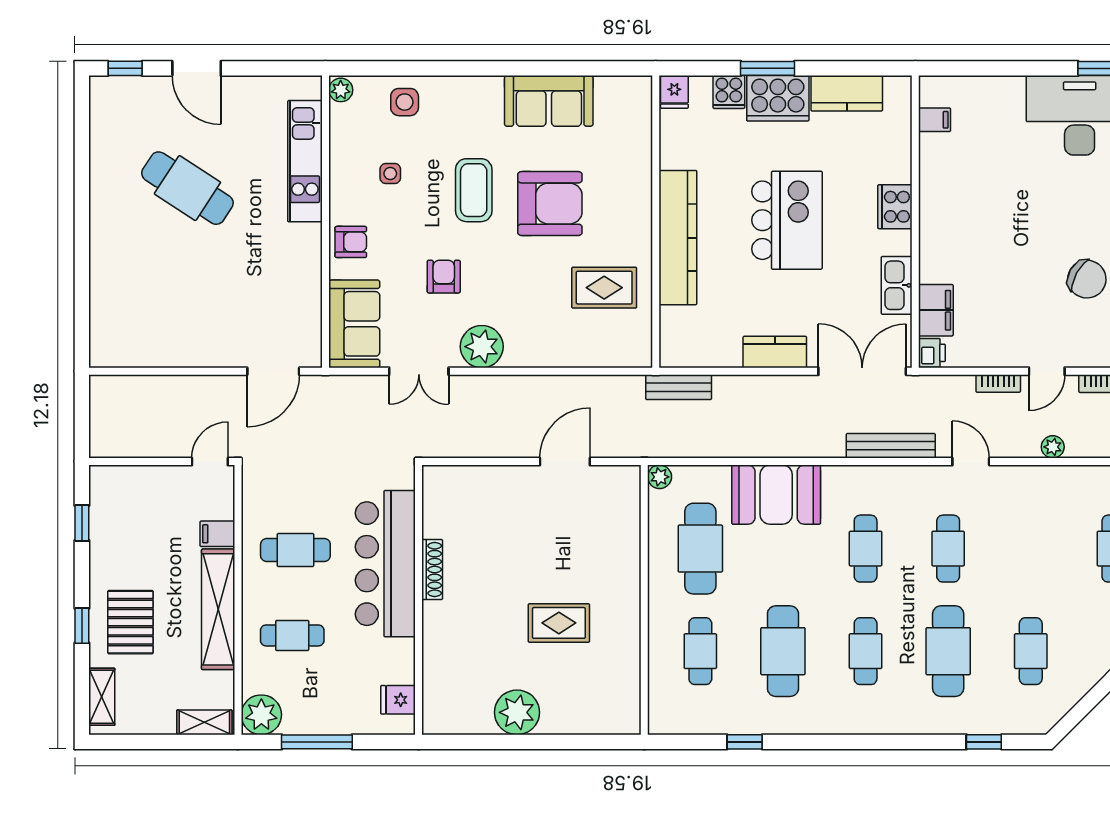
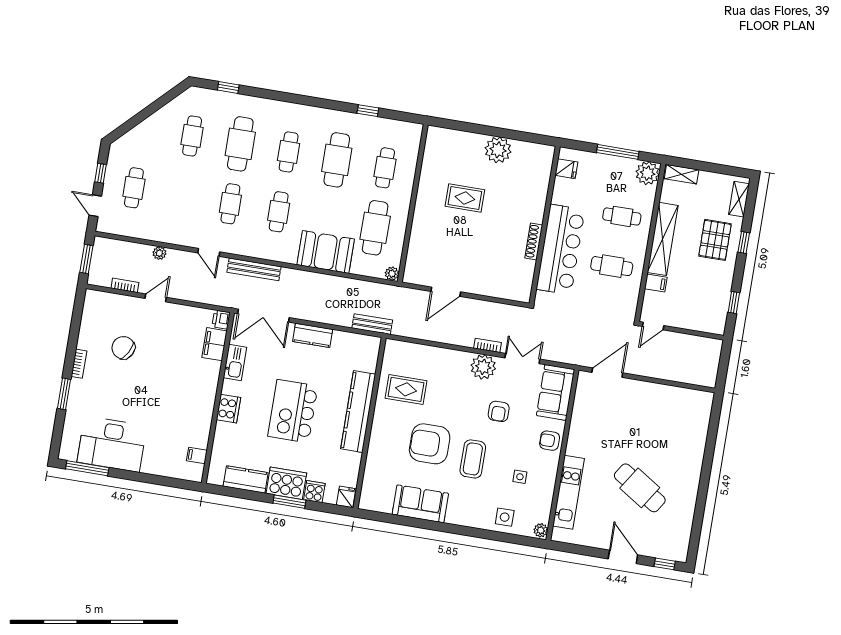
bookcase: (998, 383) -> (487, 345), moved

